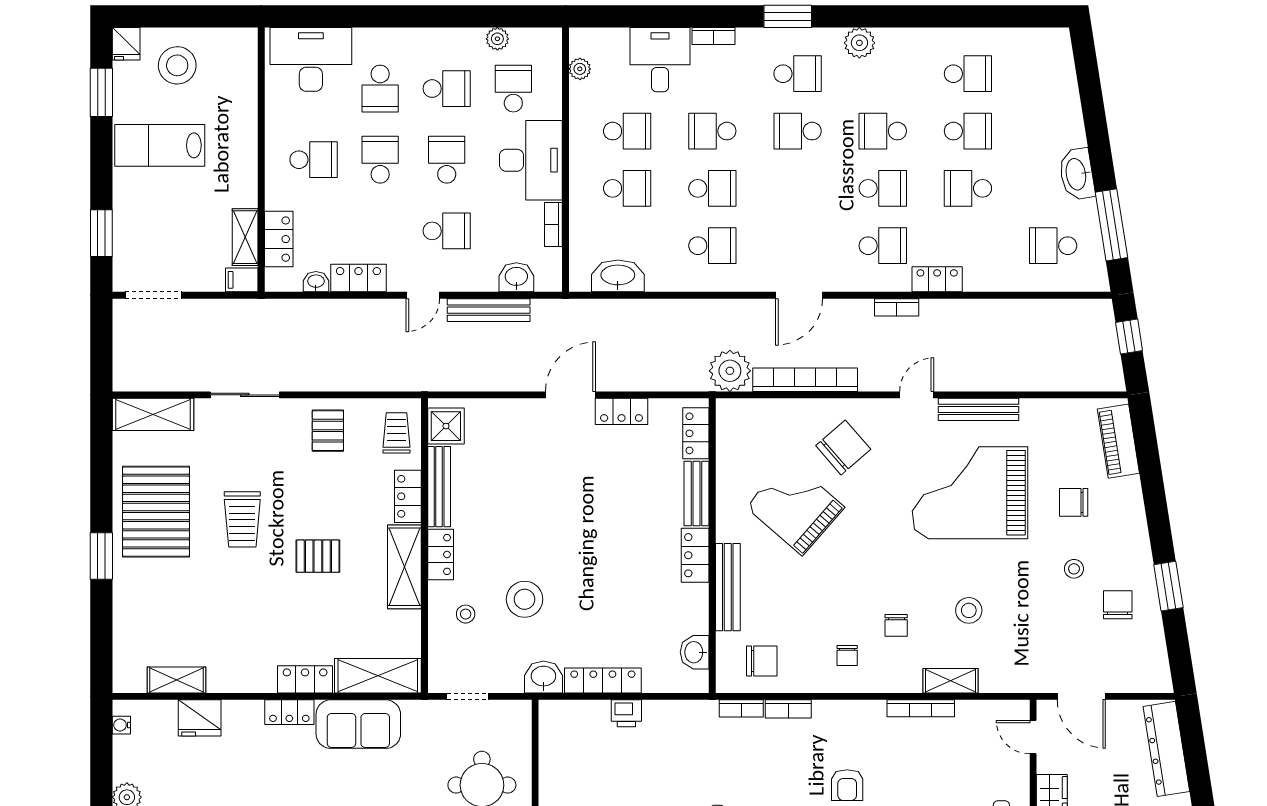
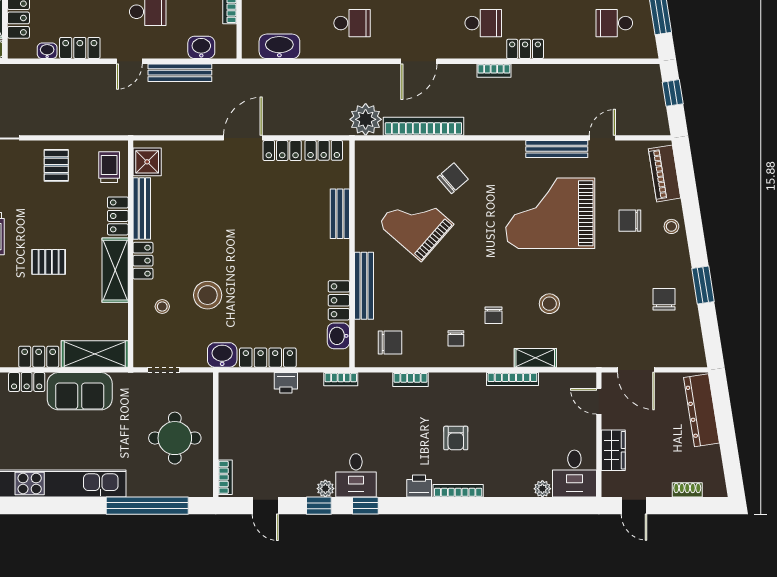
door: (917, 395) -> (602, 138), moved
locker: (696, 433) -> (324, 150), moved, turned -90
chair: (843, 447) -> (453, 178), width x0.73, depth x0.73
locker: (695, 555) -> (339, 300), moved
stool: (1074, 569) -> (671, 226), moved
bookcase: (741, 708) -> (341, 379), moved

